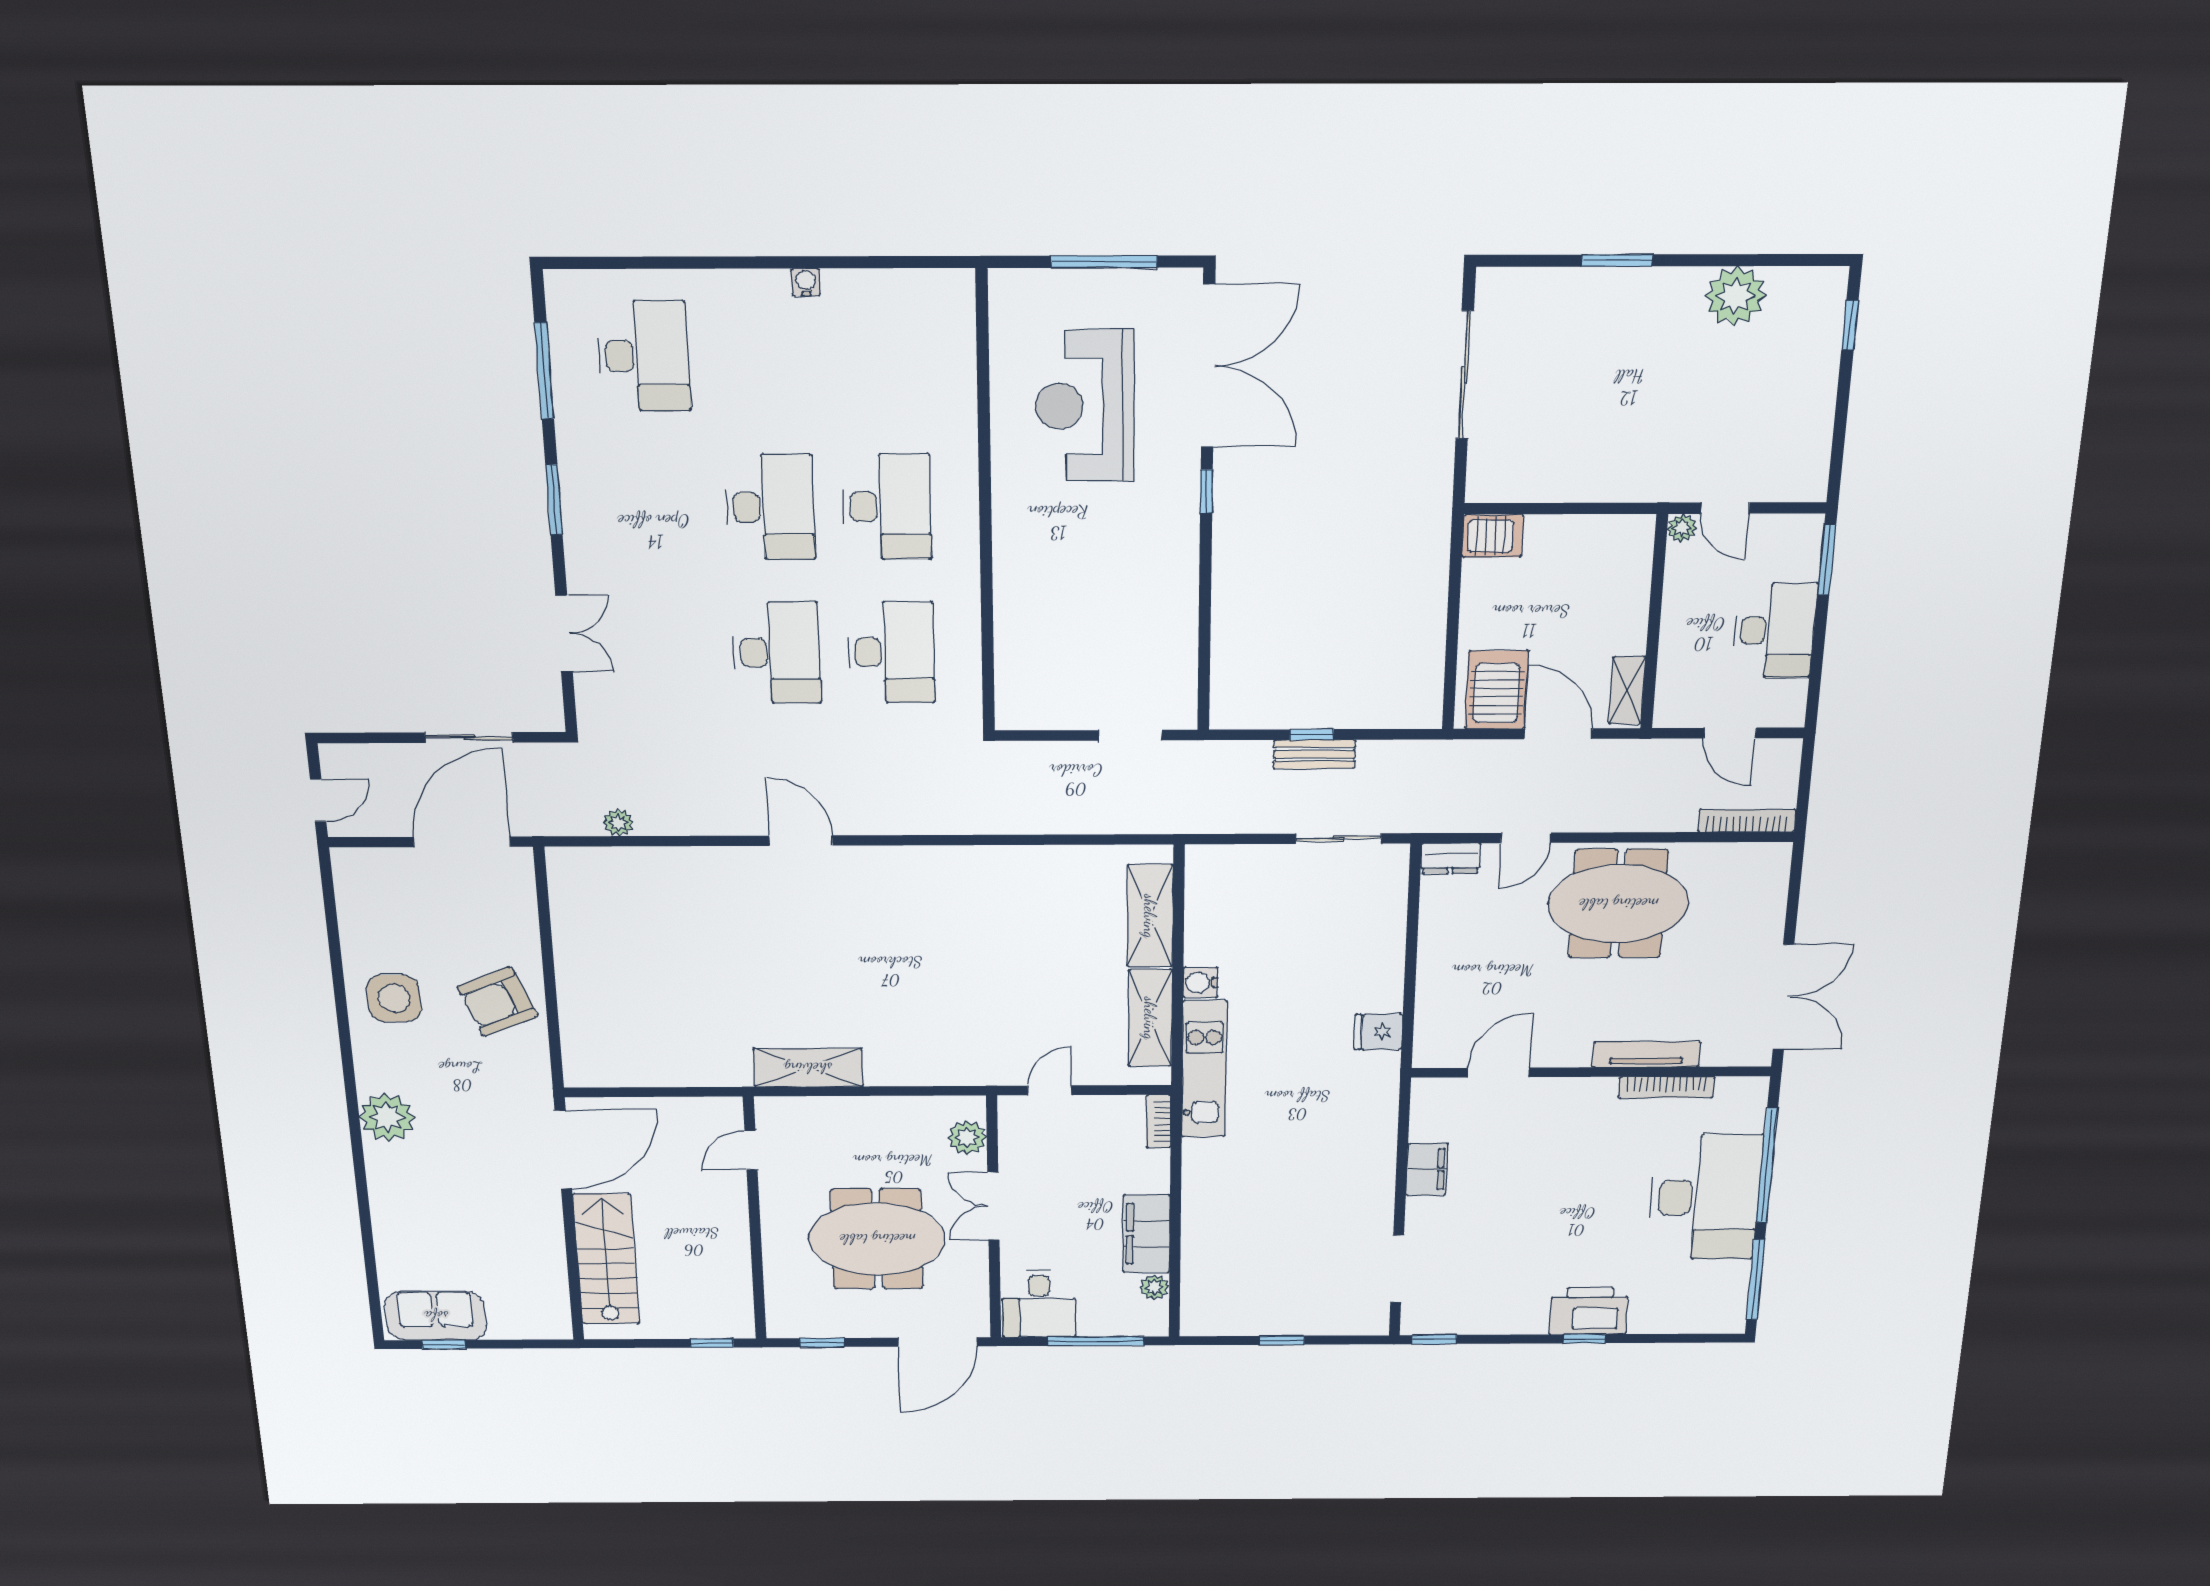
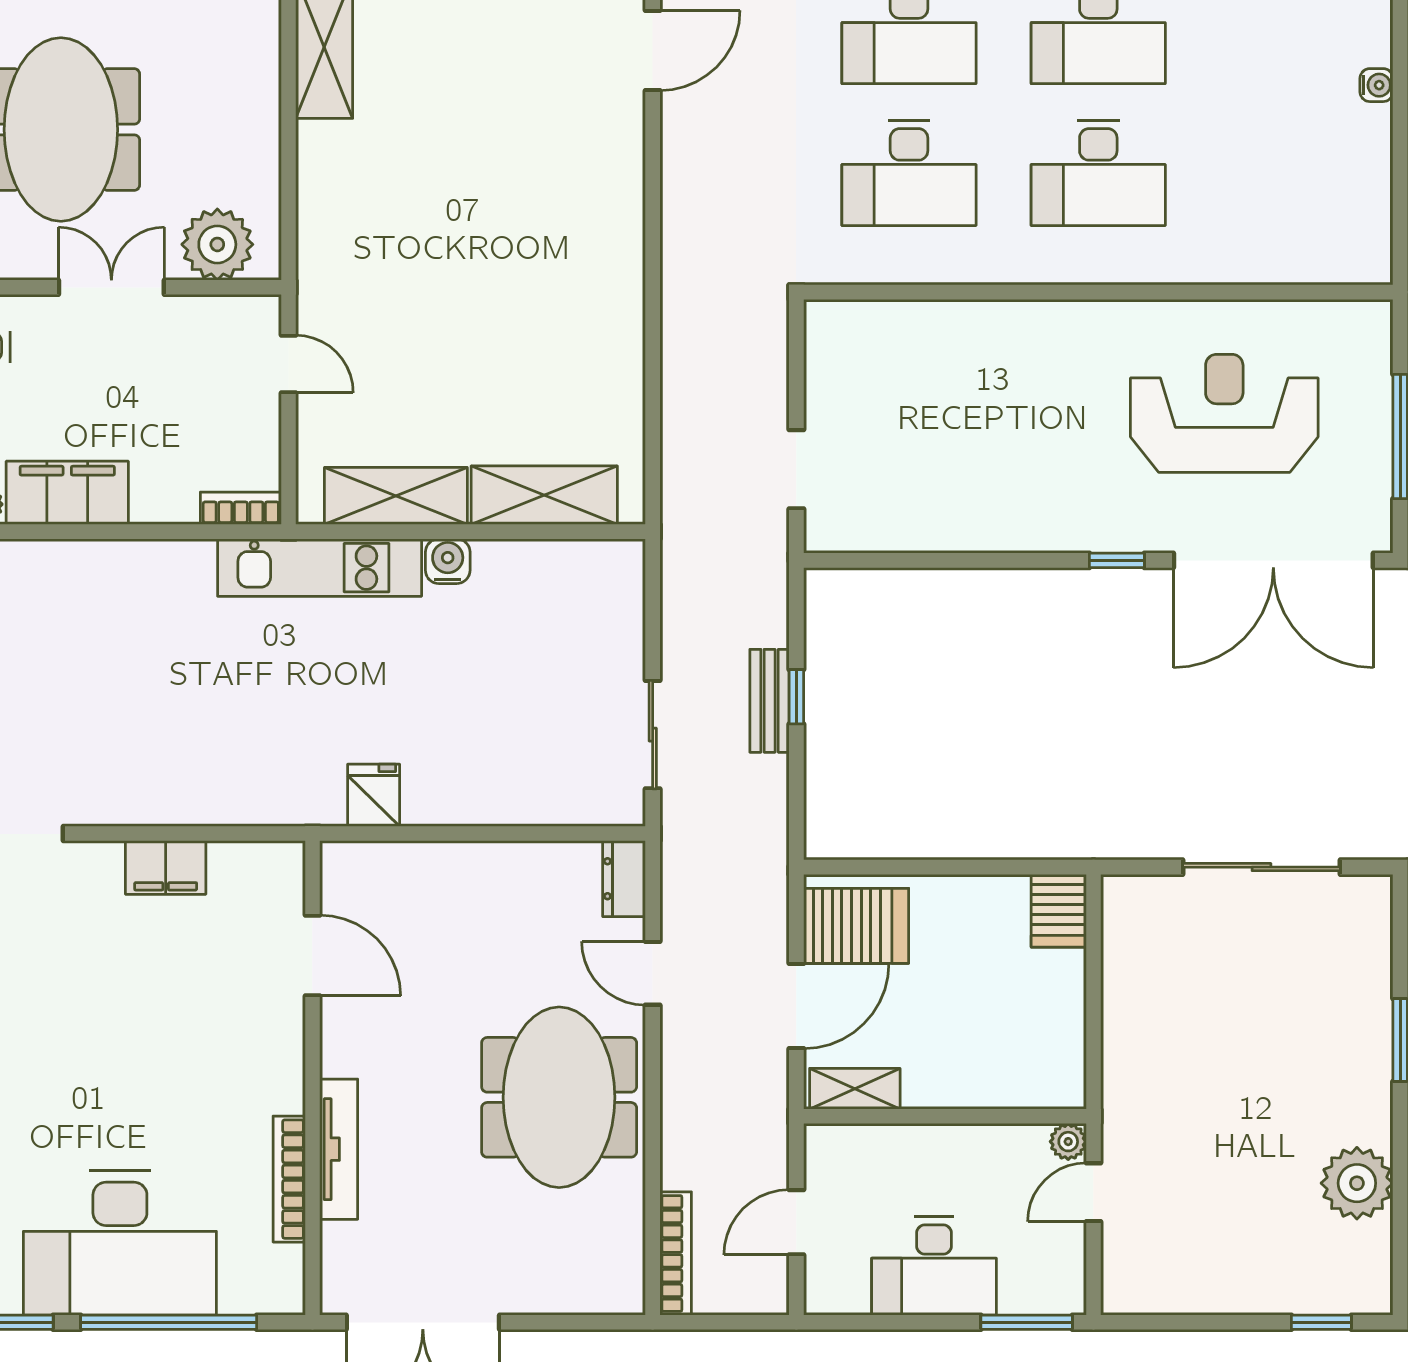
plant: (967, 1138) -> (217, 244), width x1.36, depth x1.36

